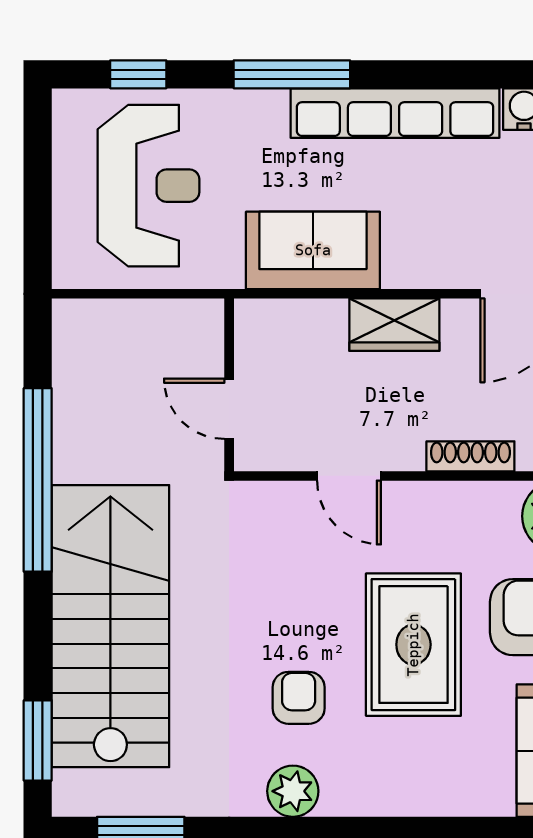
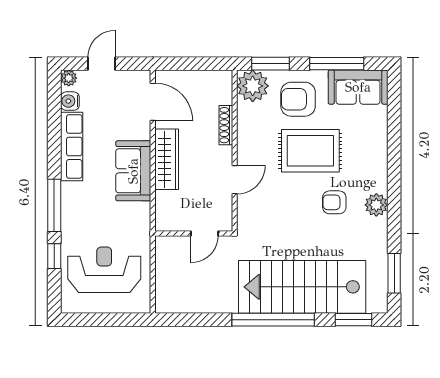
window: (138, 74) -> (54, 256), moved
row of seats: (395, 113) -> (72, 146), width x0.73
sofa: (313, 250) -> (133, 171), moved
wardrobe: (394, 325) -> (167, 159), width x1.50
window: (38, 480) -> (273, 320), moved

